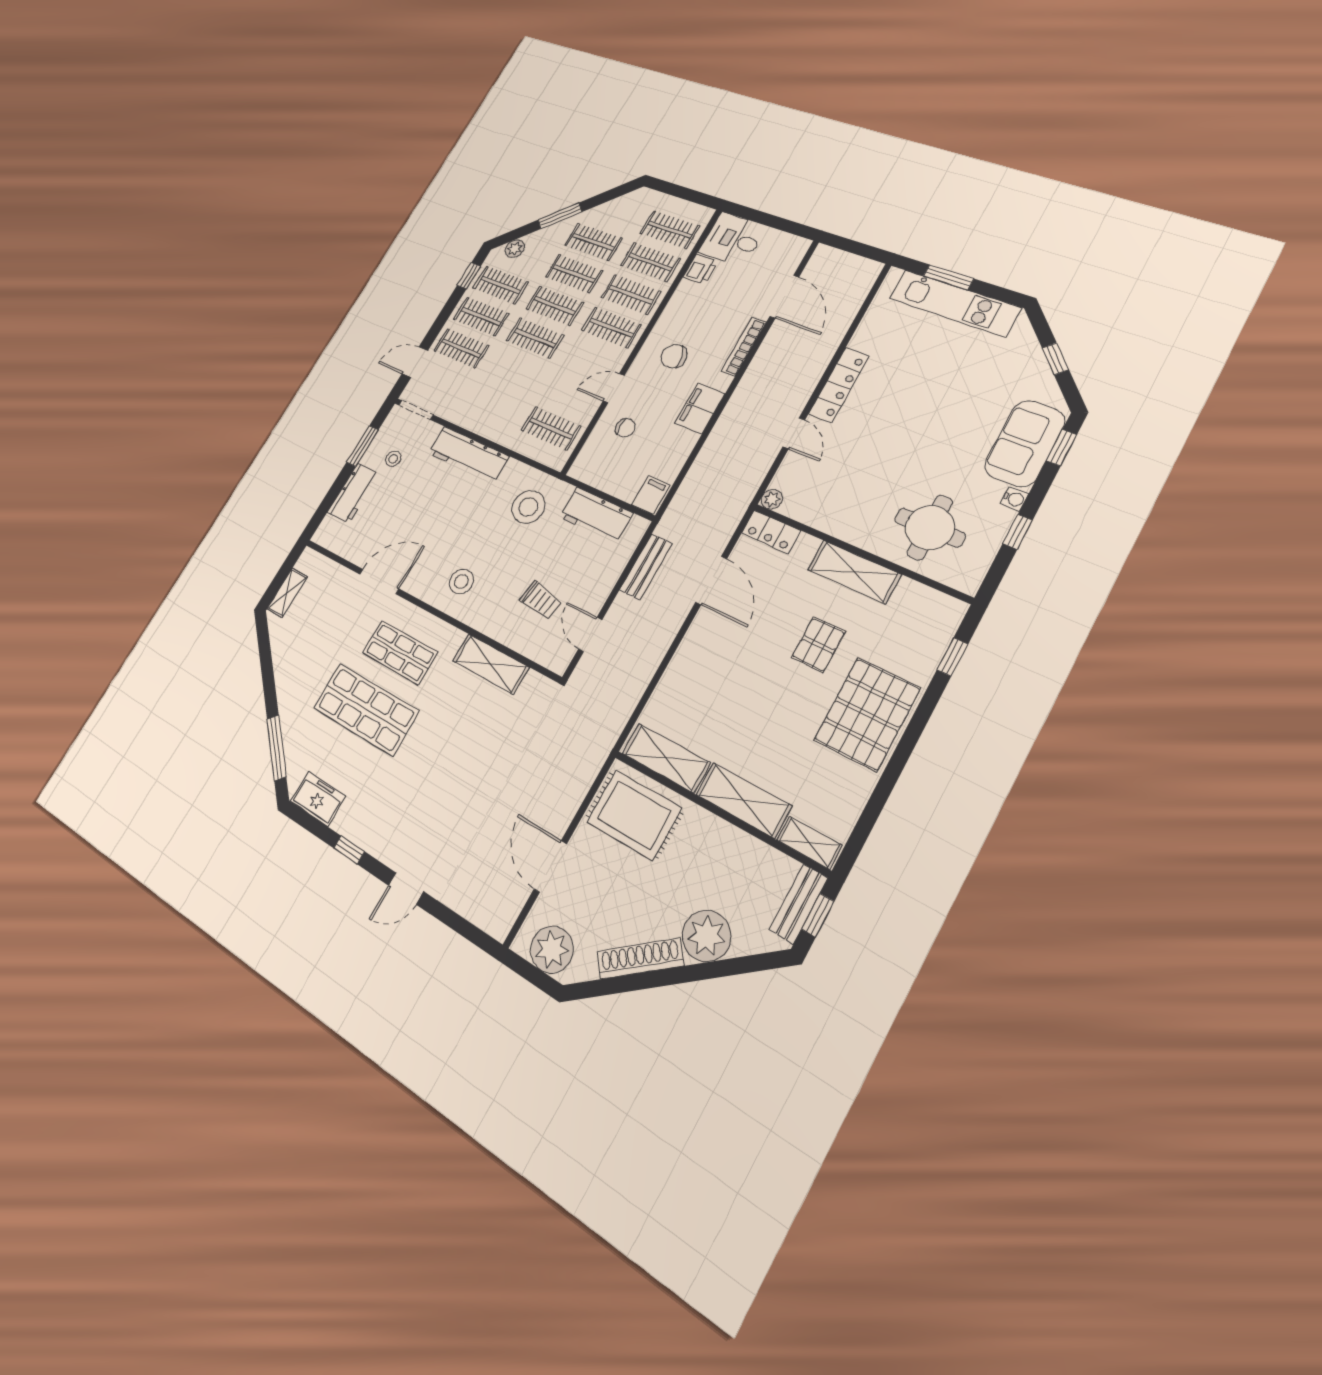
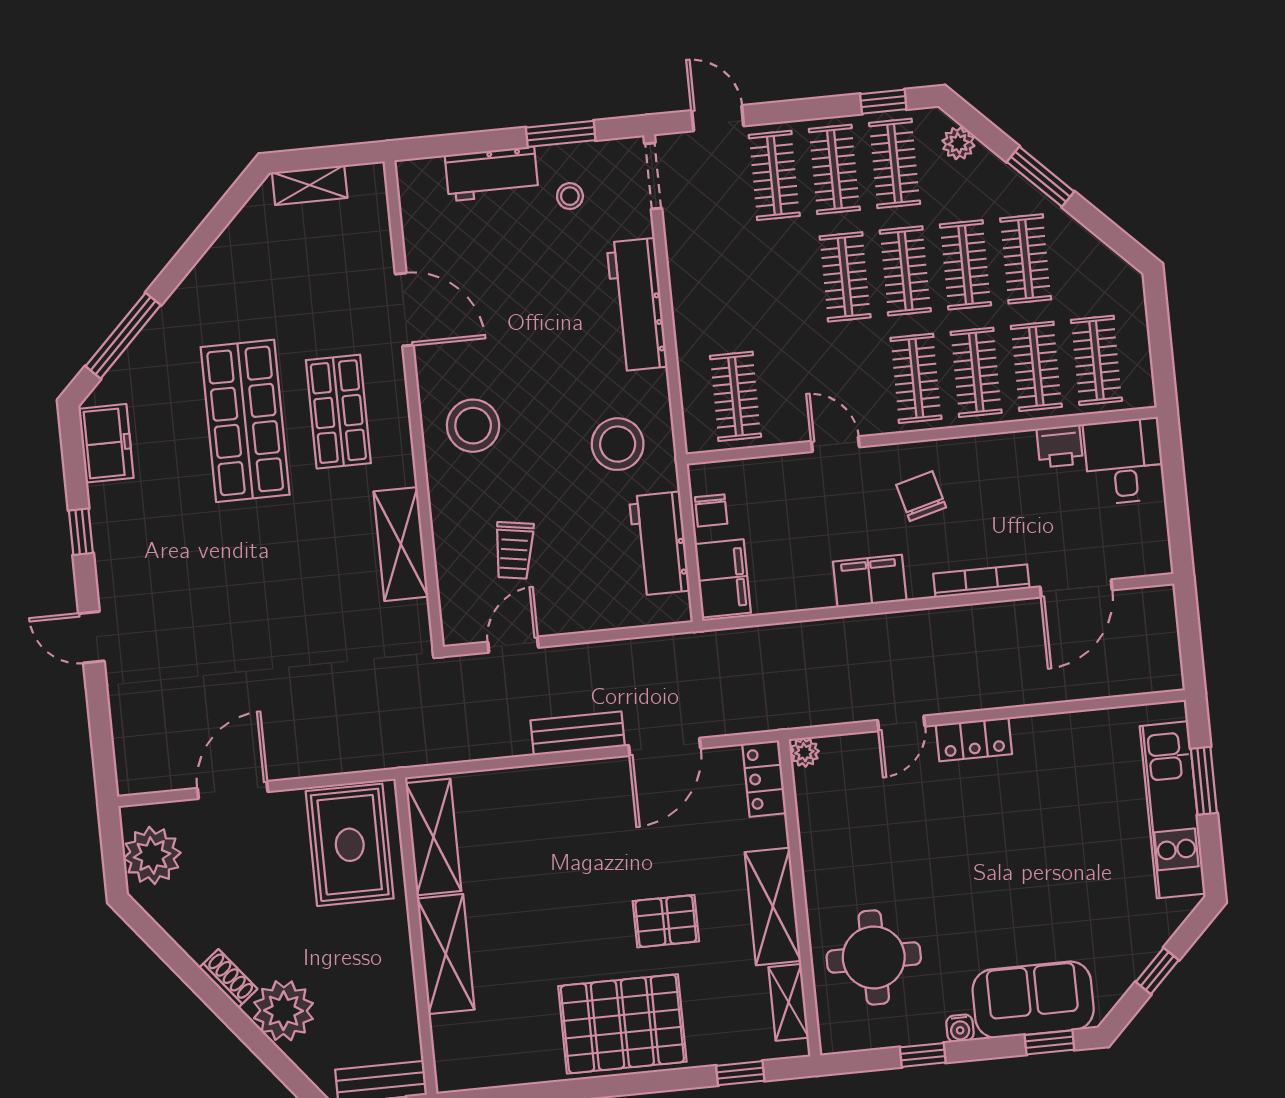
locker: (839, 385) -> (974, 739), width x0.66
chair: (625, 428) -> (711, 510), moved
filing cabinet: (651, 495) -> (723, 578), width x2.00
bench: (646, 567) -> (578, 733), moved
stool: (461, 581) -> (473, 426), width x1.38, depth x1.38
shelving: (809, 843) -> (789, 1002), moved
shoe rack: (640, 959) -> (228, 978), width x0.51, depth x0.81

